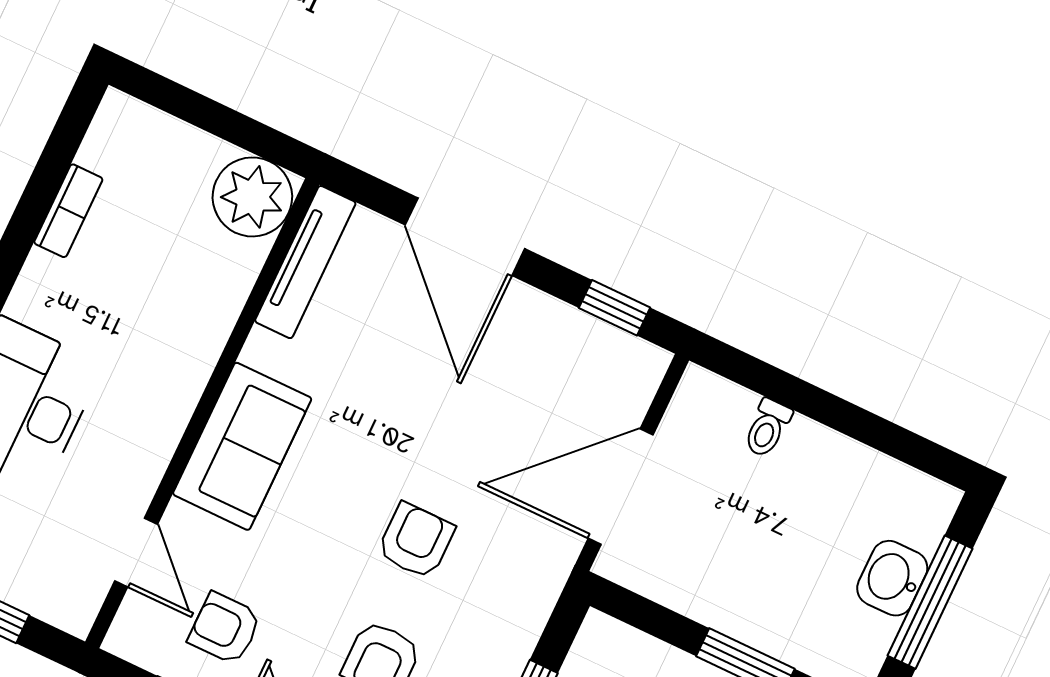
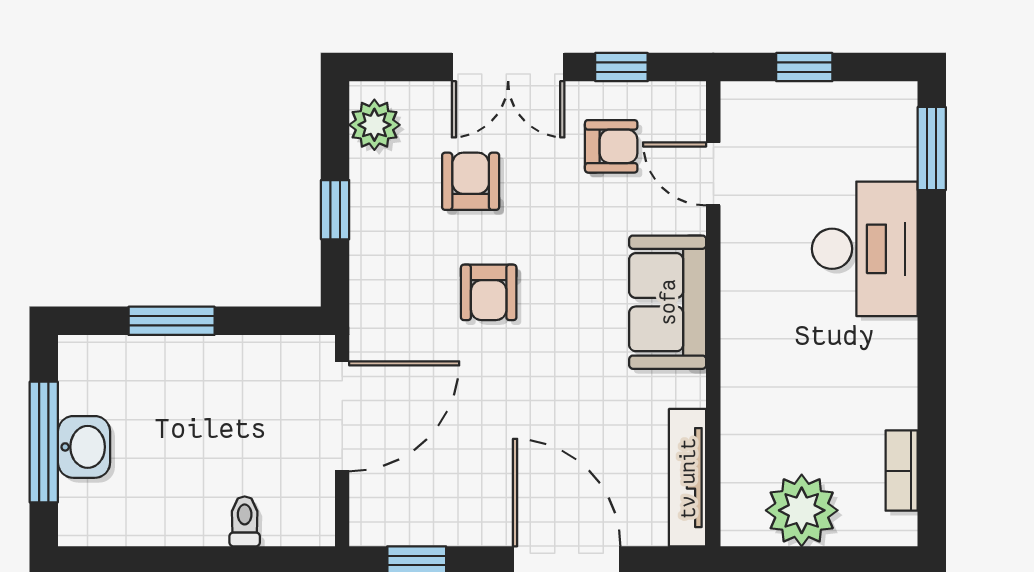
plant: (252, 197) -> (802, 510), moved
bookcase: (68, 211) -> (902, 471), moved

